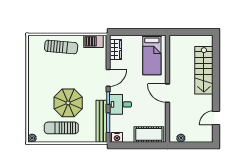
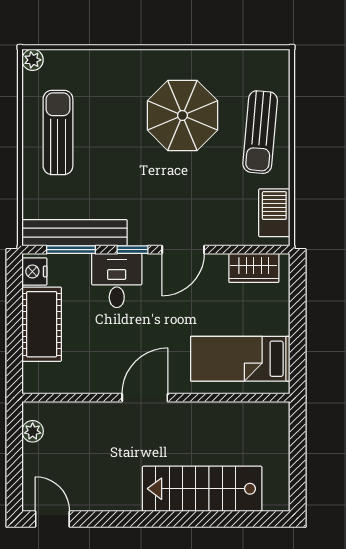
door: (108, 78) -> (183, 250), hinge flipped
parasol: (68, 103) -> (182, 115), moved
door: (216, 118) -> (52, 519), moved
cot: (149, 134) -> (42, 324), moved

